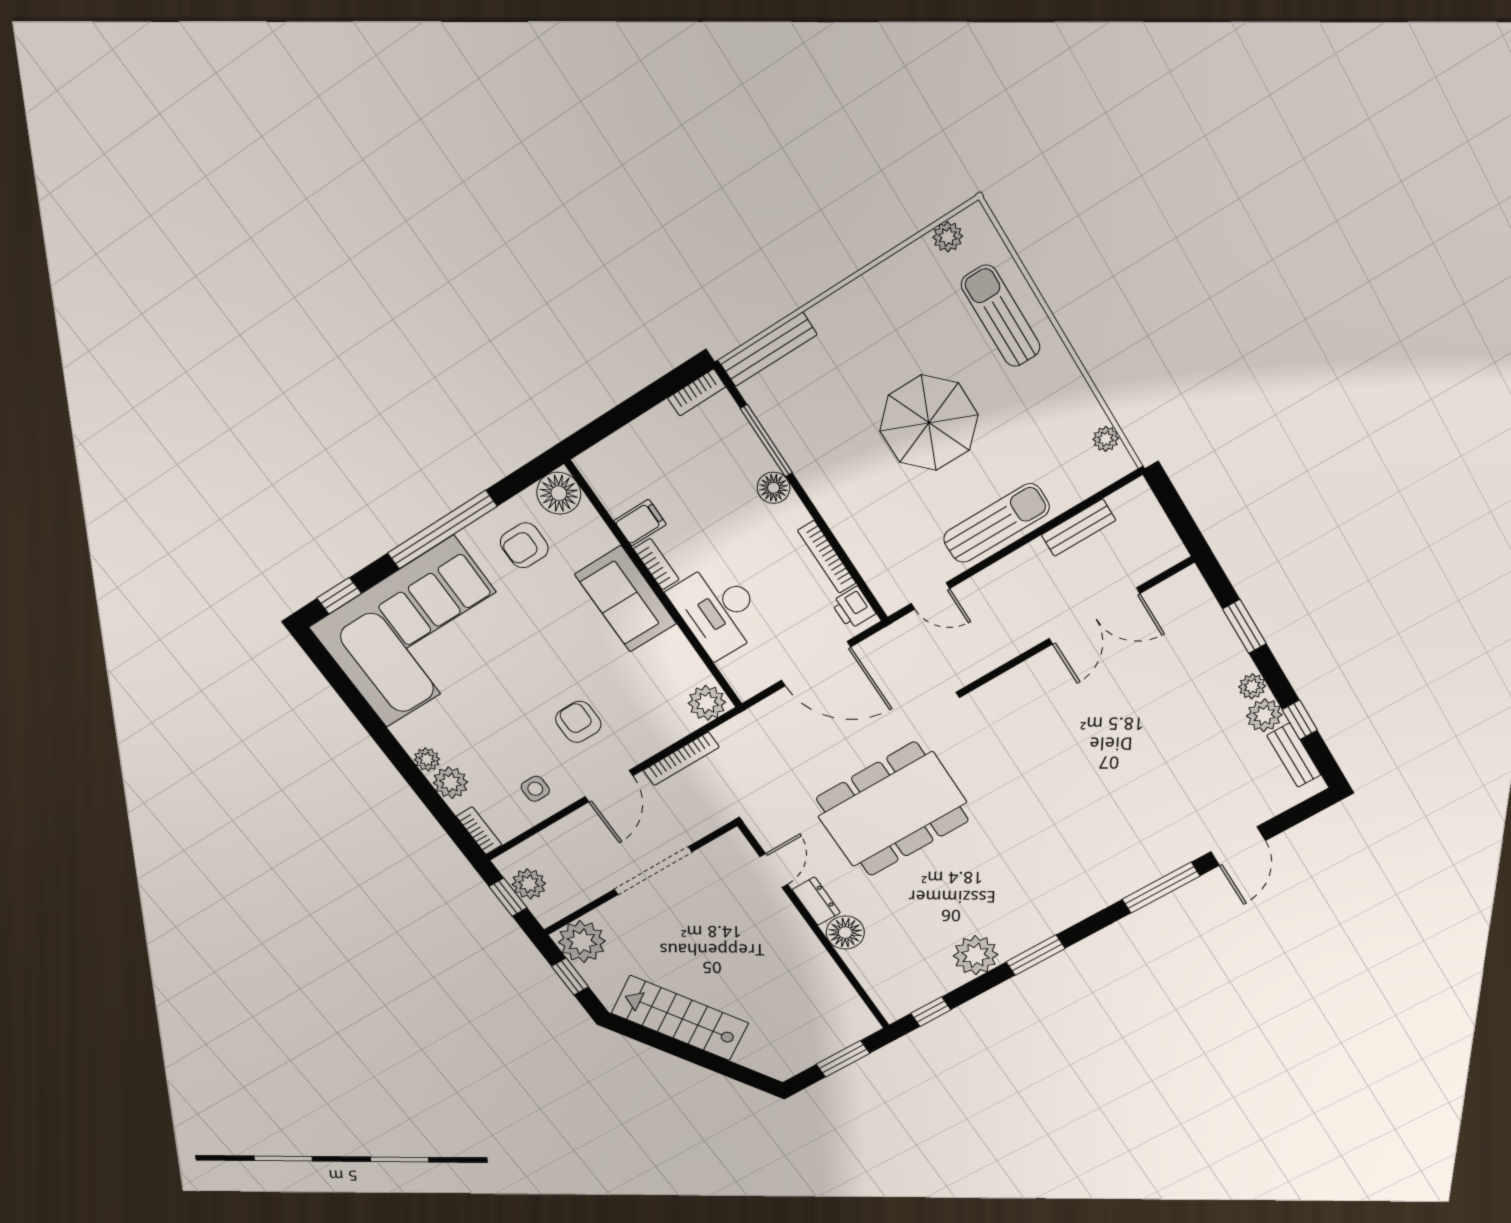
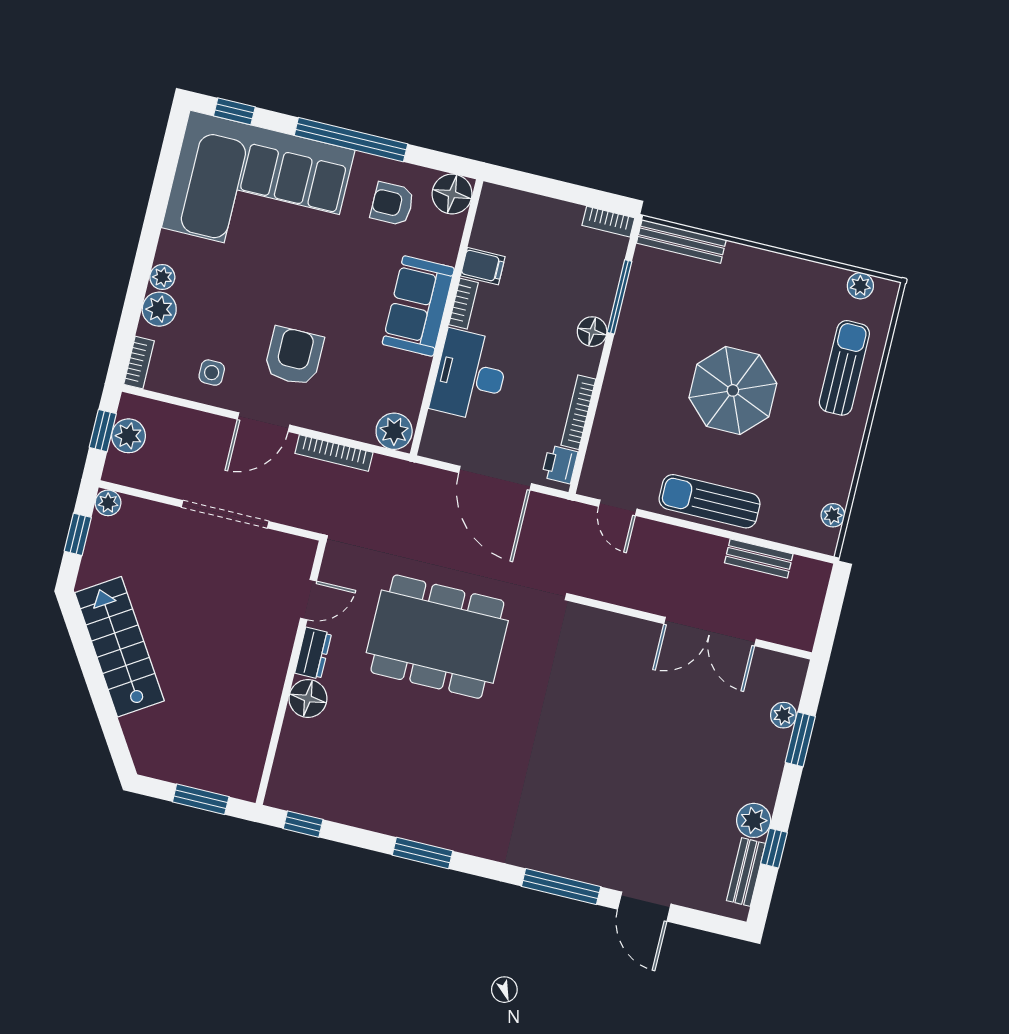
sun lounger: (996, 523) -> (710, 501), turned 180
plant: (1252, 686) -> (783, 715), moved
armchair: (578, 722) -> (294, 356), width x1.38, depth x1.38
door: (1238, 846) -> (644, 907), hinge flipped
plant: (582, 942) -> (108, 503), width x0.53, depth x0.53
plant: (975, 955) -> (380, 810), removed

